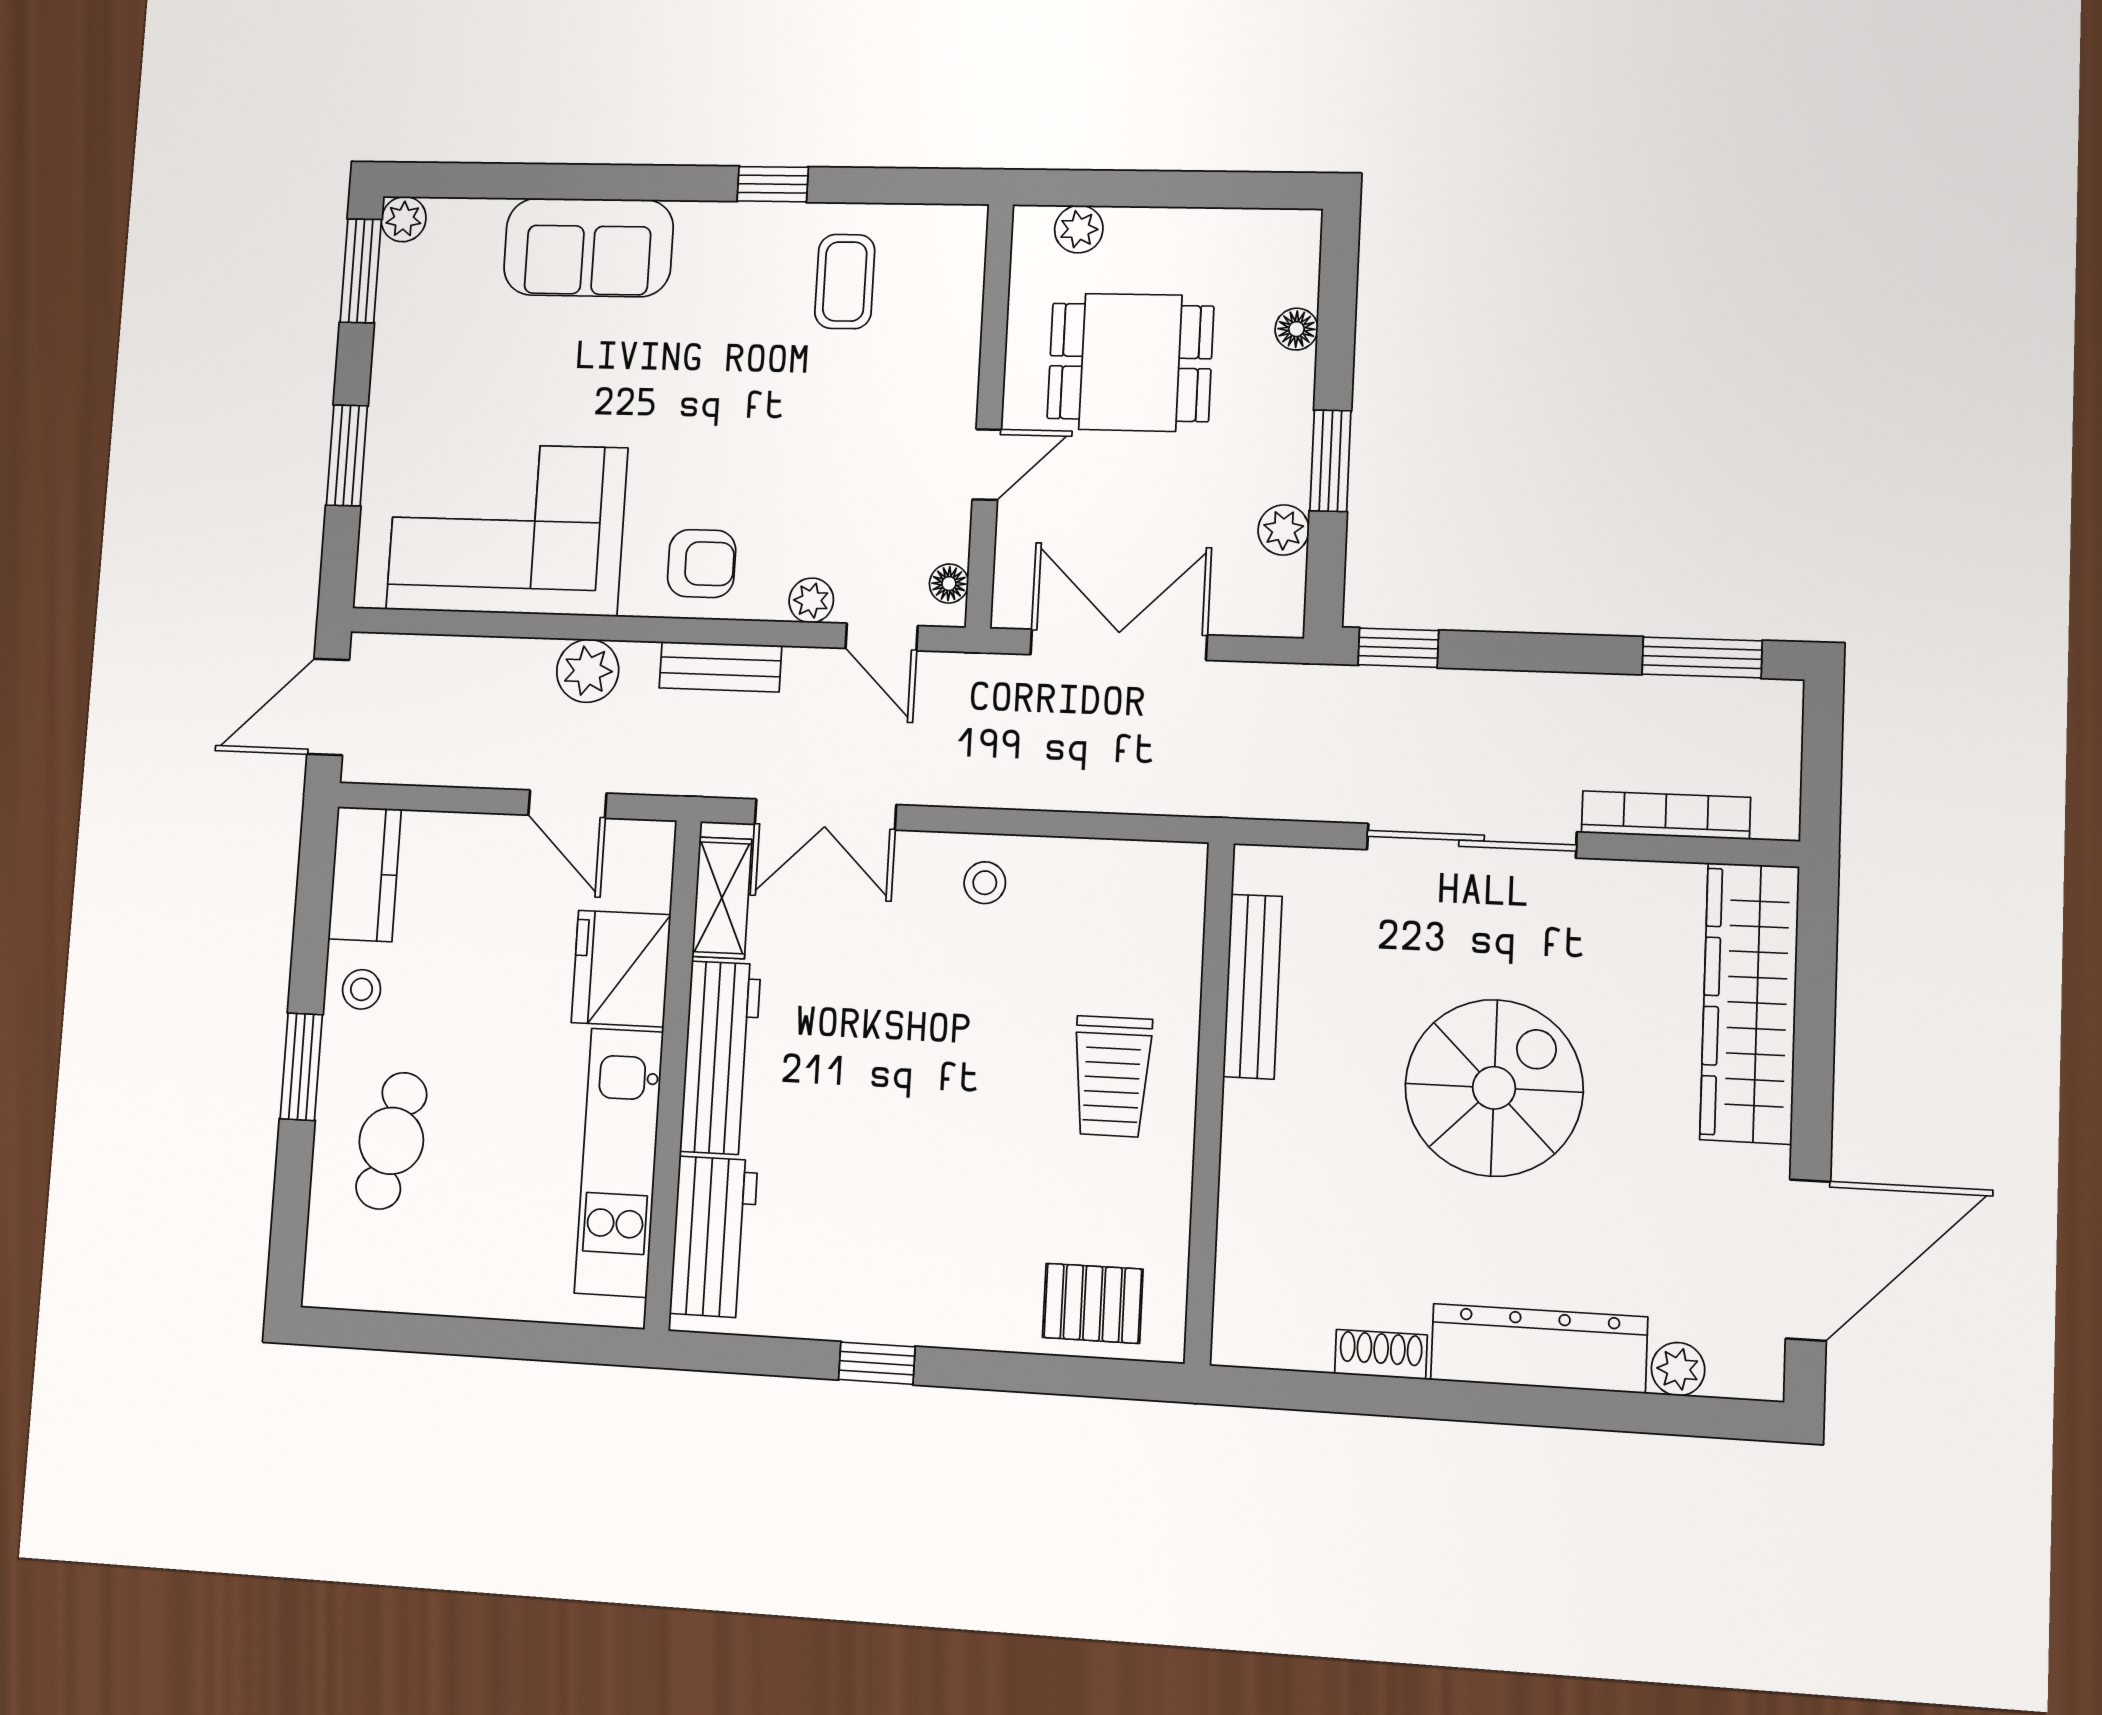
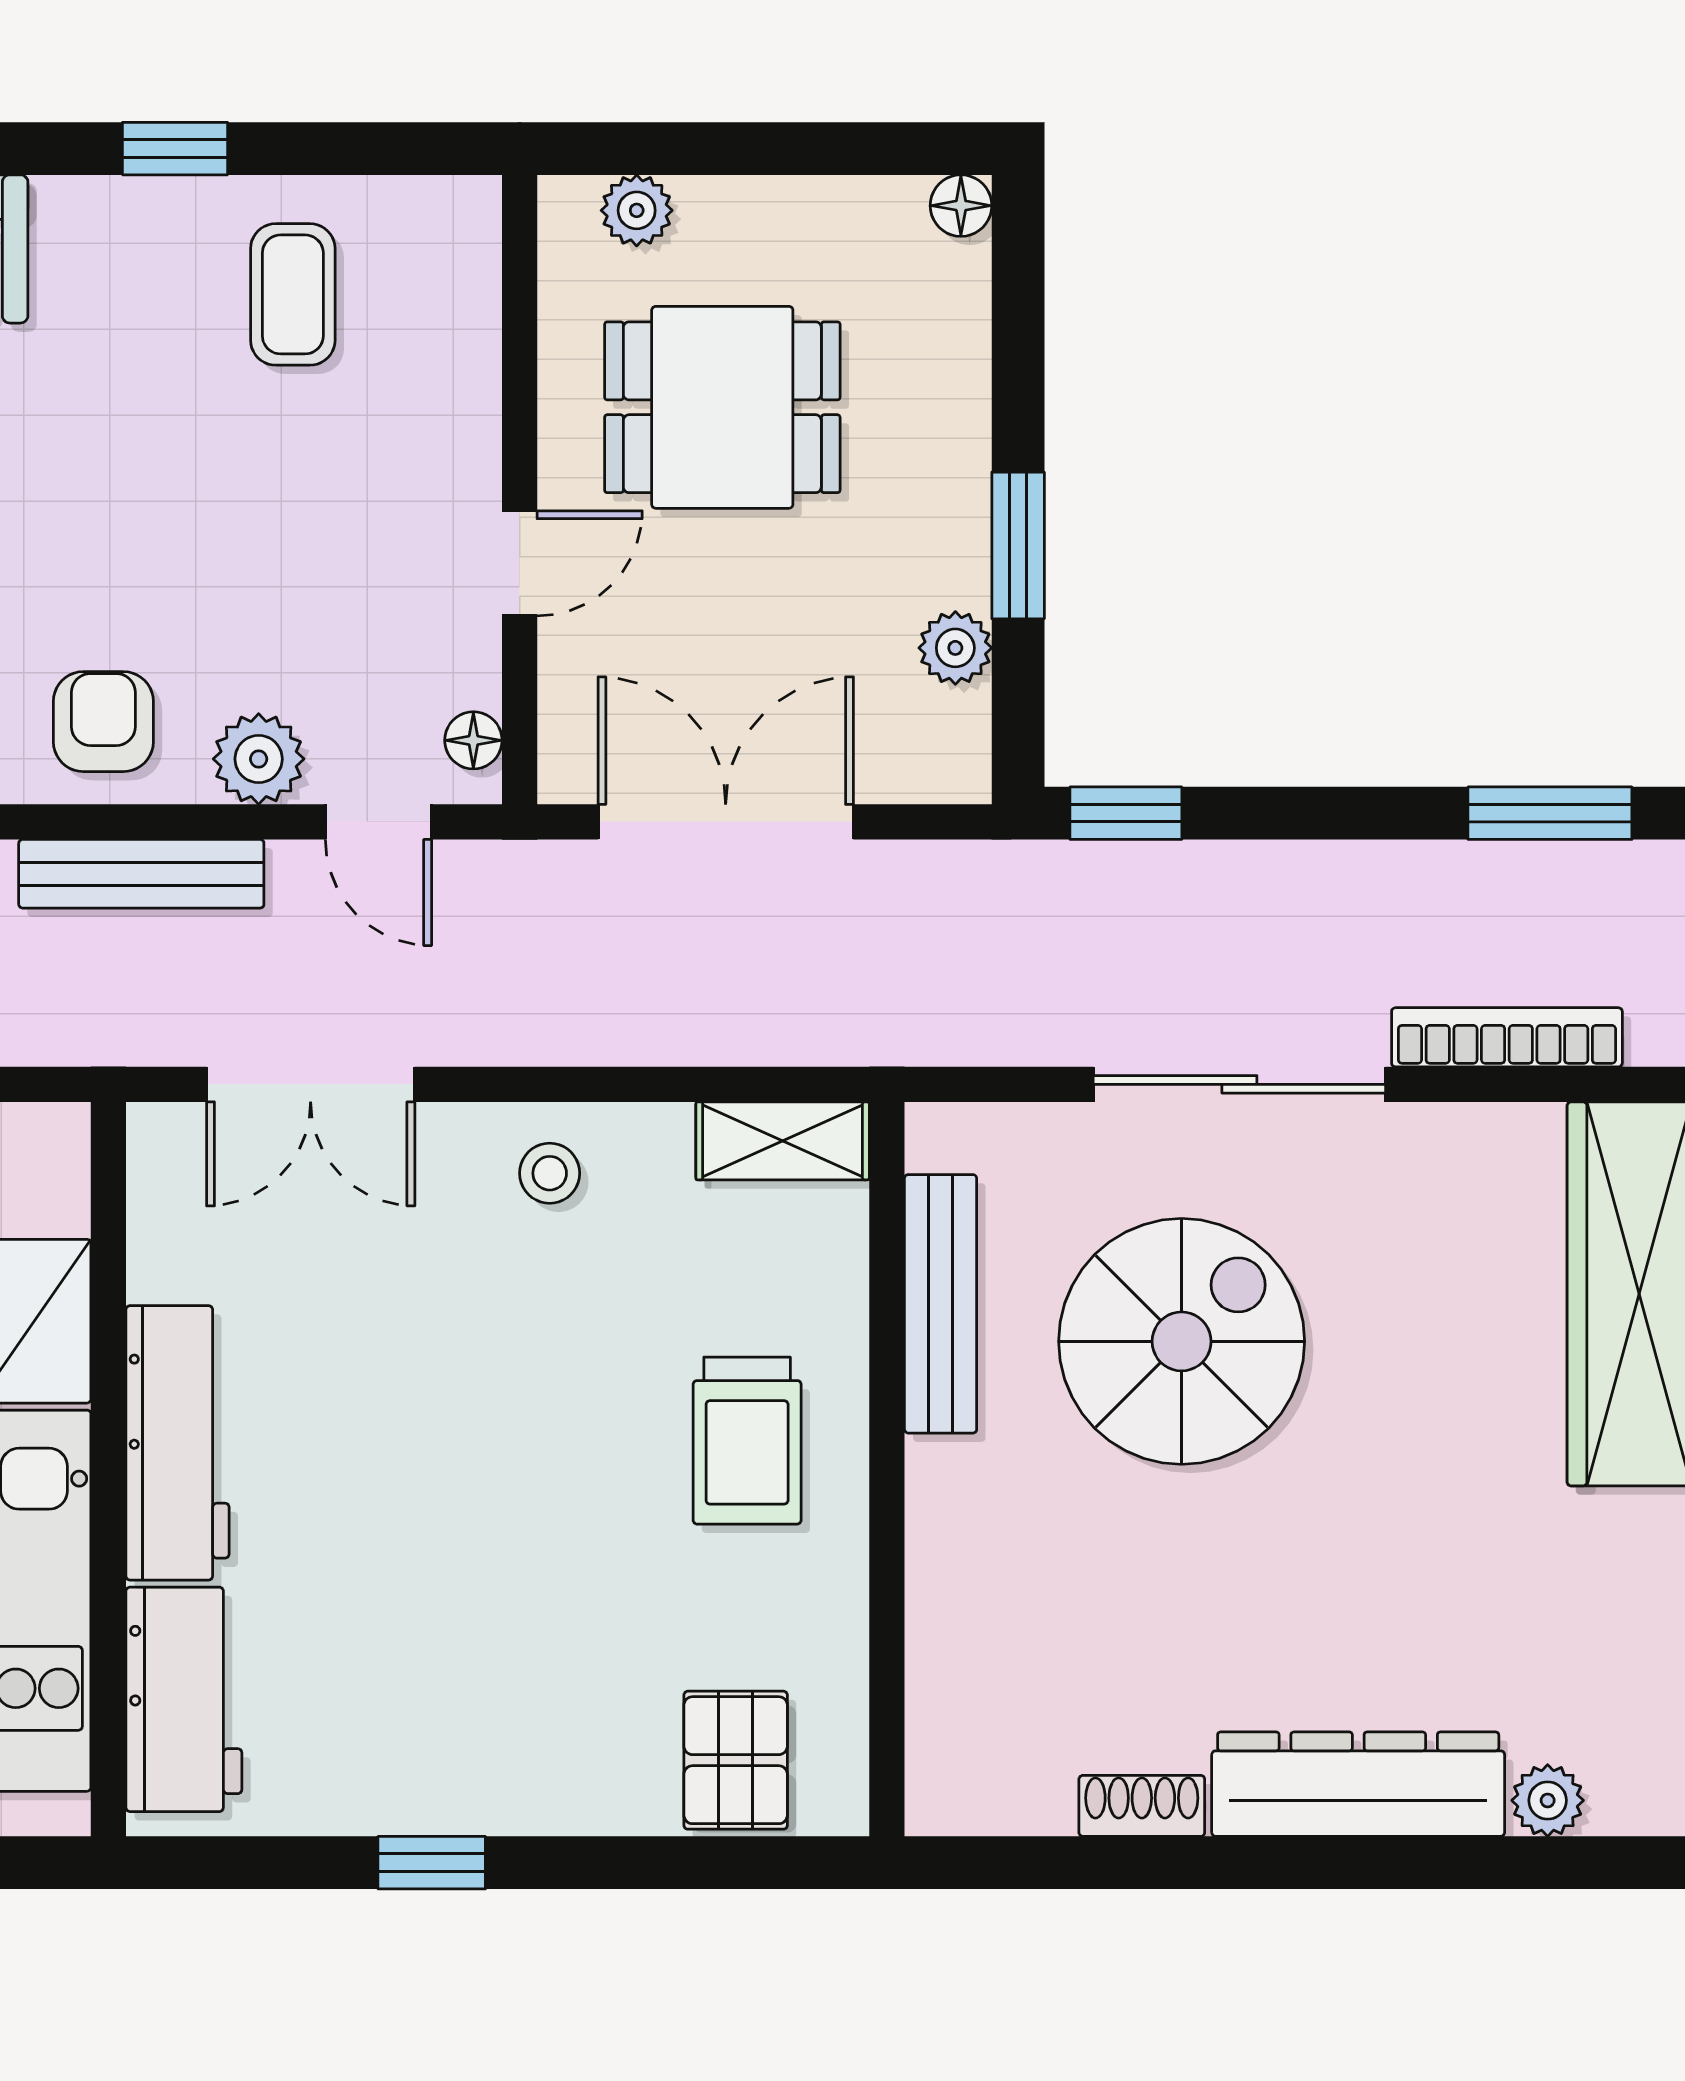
floor lamp: (1296, 329) -> (961, 206), moved
armchair: (702, 564) -> (103, 722), turned -90
plant: (811, 600) -> (259, 759), width x1.38, depth x1.38
bench: (720, 667) -> (141, 874), width x1.36
shelving: (722, 898) -> (783, 1141), moved, turned 90
spiral stairs: (1494, 1088) -> (1182, 1341), moved
pallet: (1093, 1303) -> (736, 1760), turned 90

